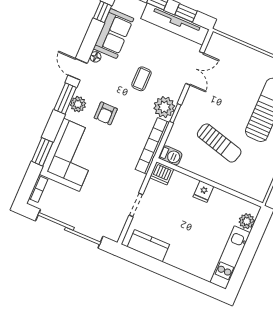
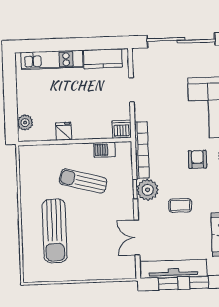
coffee table: (141, 79) -> (180, 205), turned 90
barbecue: (171, 155) -> (104, 150), moved
fridge: (203, 191) -> (64, 131), moved
kitchen unit: (230, 258) -> (52, 60), moved, turned 90

